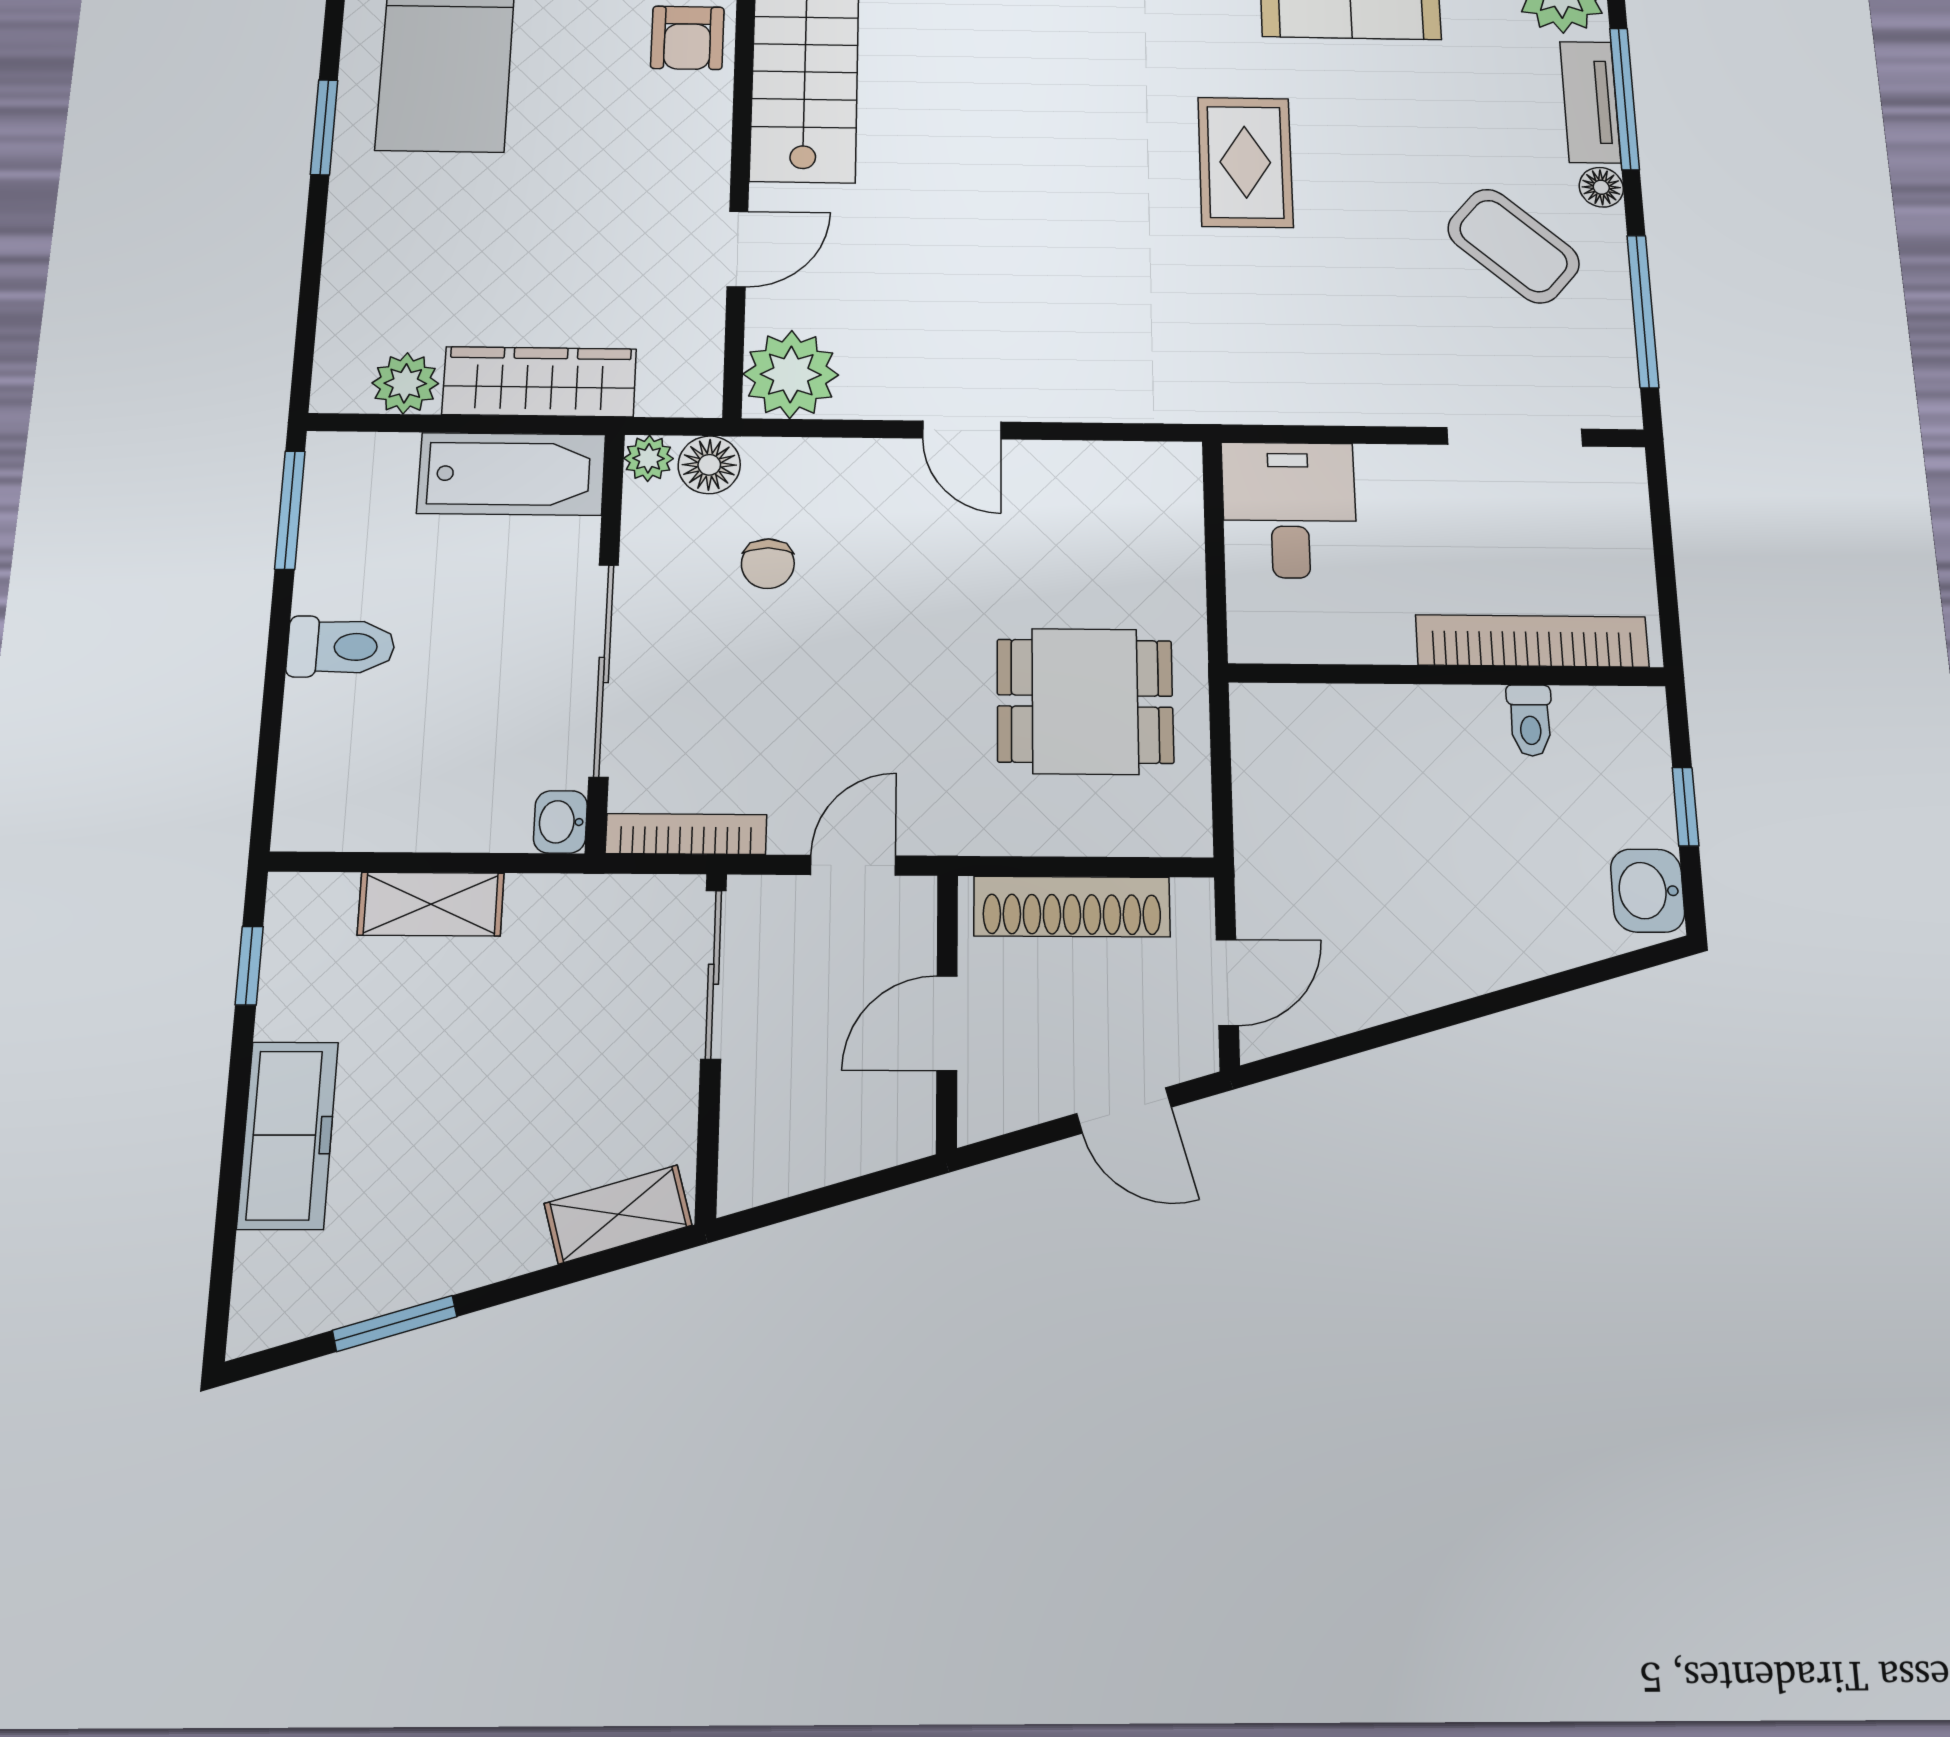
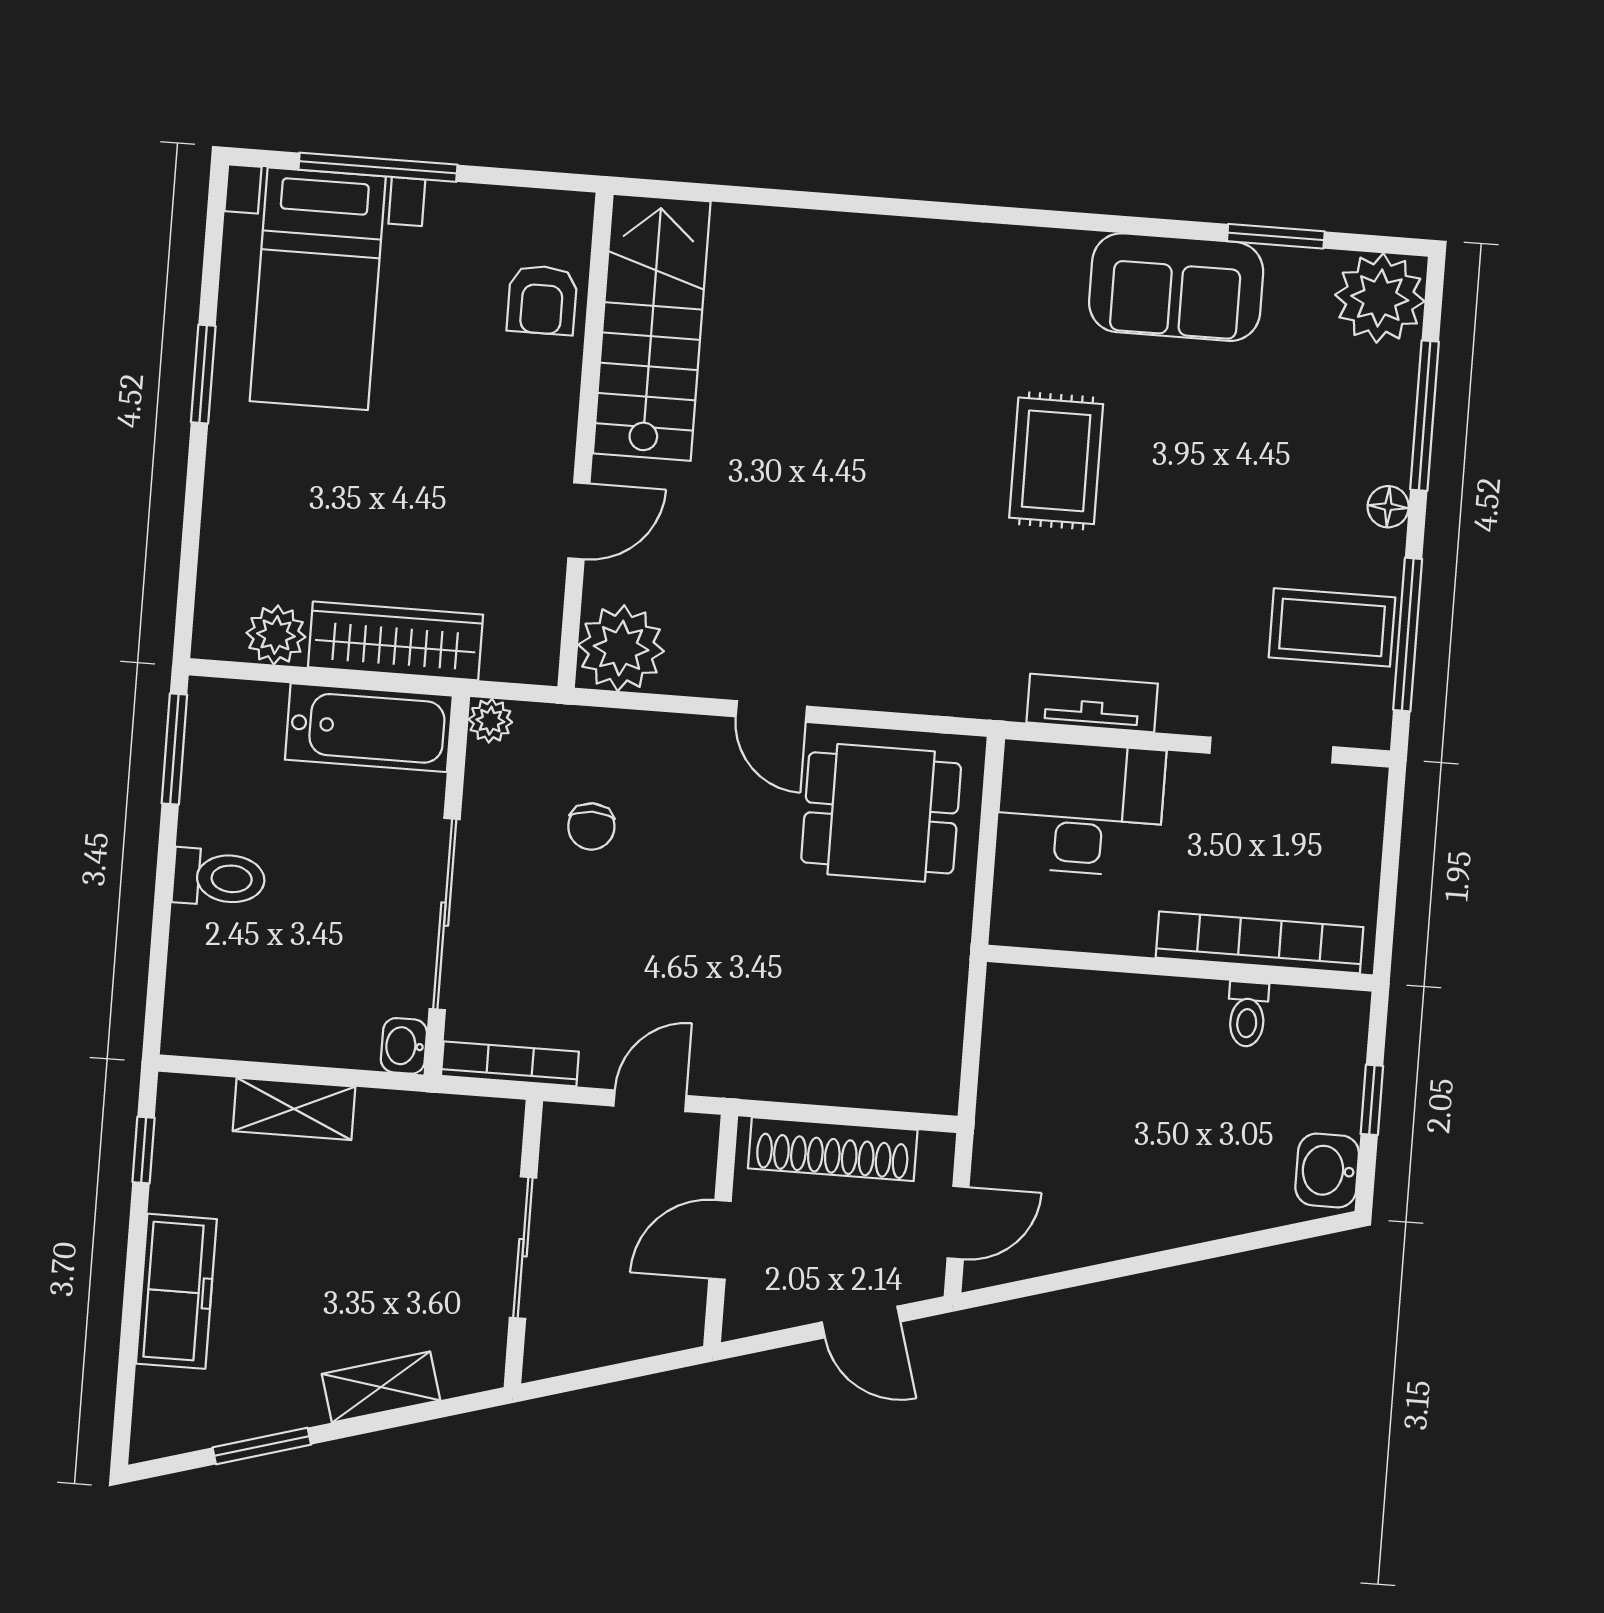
tv unit: (1590, 102) -> (1092, 703), moved, turned 90
coffee table: (1514, 246) -> (1332, 627), moved, turned -41
floor lamp: (709, 465) -> (544, 730), removed
desk: (1289, 510) -> (1080, 808), width x1.37
dining table: (1085, 701) -> (881, 813), moved
sliding door: (713, 974) -> (523, 1248), moved
shelving: (618, 1214) -> (381, 1387), moved

